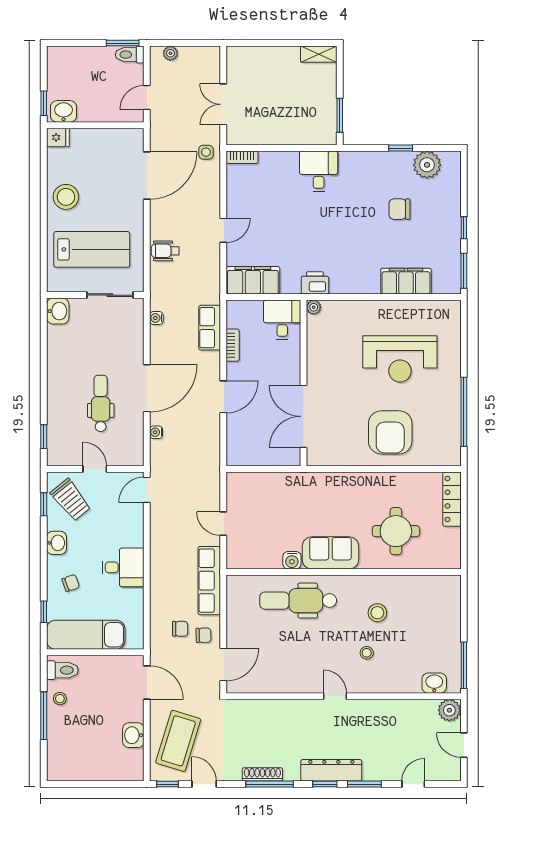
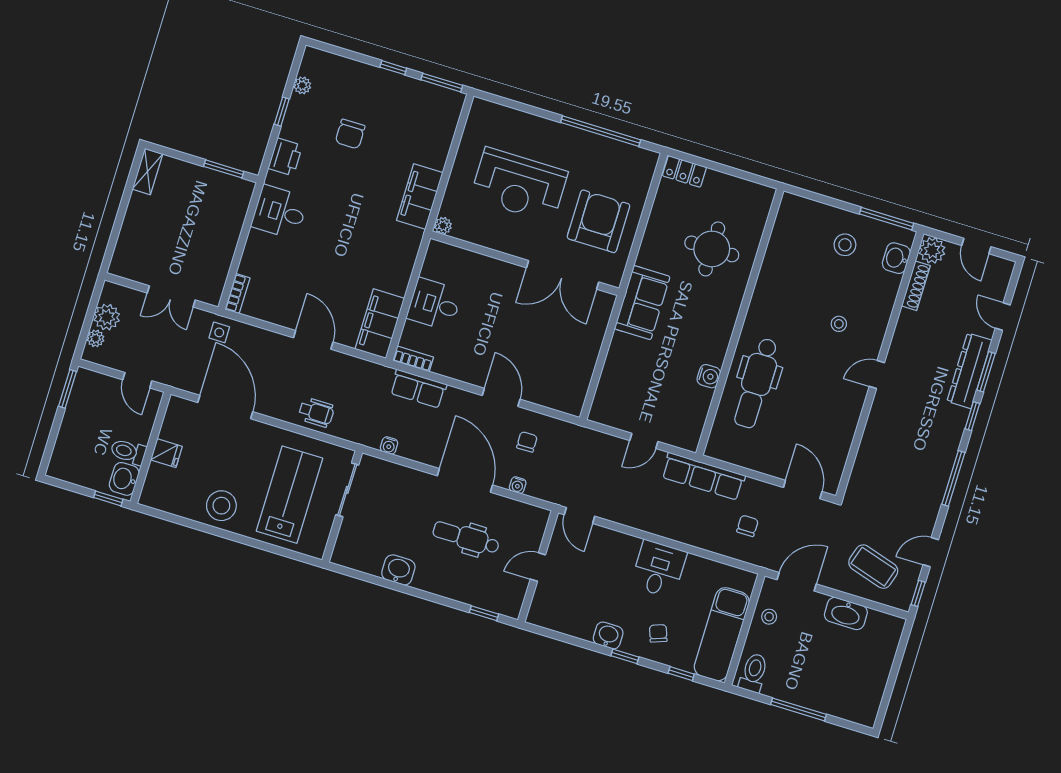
toilet: (130, 55) -> (128, 452), moved, turned 90
plant: (191, 57) -> (107, 317), added
fridge: (58, 137) -> (166, 453), moved, turned 90
plant: (427, 165) -> (302, 85), width x0.53, depth x0.53
door: (223, 230) -> (313, 340), width x1.38
wheelchair: (165, 251) -> (316, 412), turned -90
filing cabinet: (406, 281) -> (420, 196), moved
printer: (315, 283) -> (285, 157), moved, turned 180
plant: (314, 307) -> (443, 226), moved
washbasin: (58, 311) -> (398, 570), moved
bookcase: (233, 345) -> (413, 359), moved
reception desk: (400, 359) -> (519, 185), turned 90
wall: (303, 383) -> (525, 263), moved
double door: (303, 416) -> (563, 275), moved
armchair: (390, 432) -> (598, 221), turned -90
locker: (452, 499) -> (684, 171), width x0.66
trolley: (71, 500) -> (564, 605), removed
window: (44, 504) -> (625, 656), moved
sofa: (330, 553) -> (642, 303), moved, turned 180
stool: (377, 613) -> (845, 245), moved
chair: (204, 635) -> (527, 442), moved
stool: (60, 699) -> (769, 617), moved
washbasin: (133, 735) -> (846, 613), width x1.38
coffee table: (178, 741) -> (873, 567), width x0.73, depth x0.76
door: (464, 745) -> (976, 246), hinge flipped
dresser: (331, 770) -> (969, 371), moved
shoe rack: (262, 774) -> (916, 286), moved, turned 180

